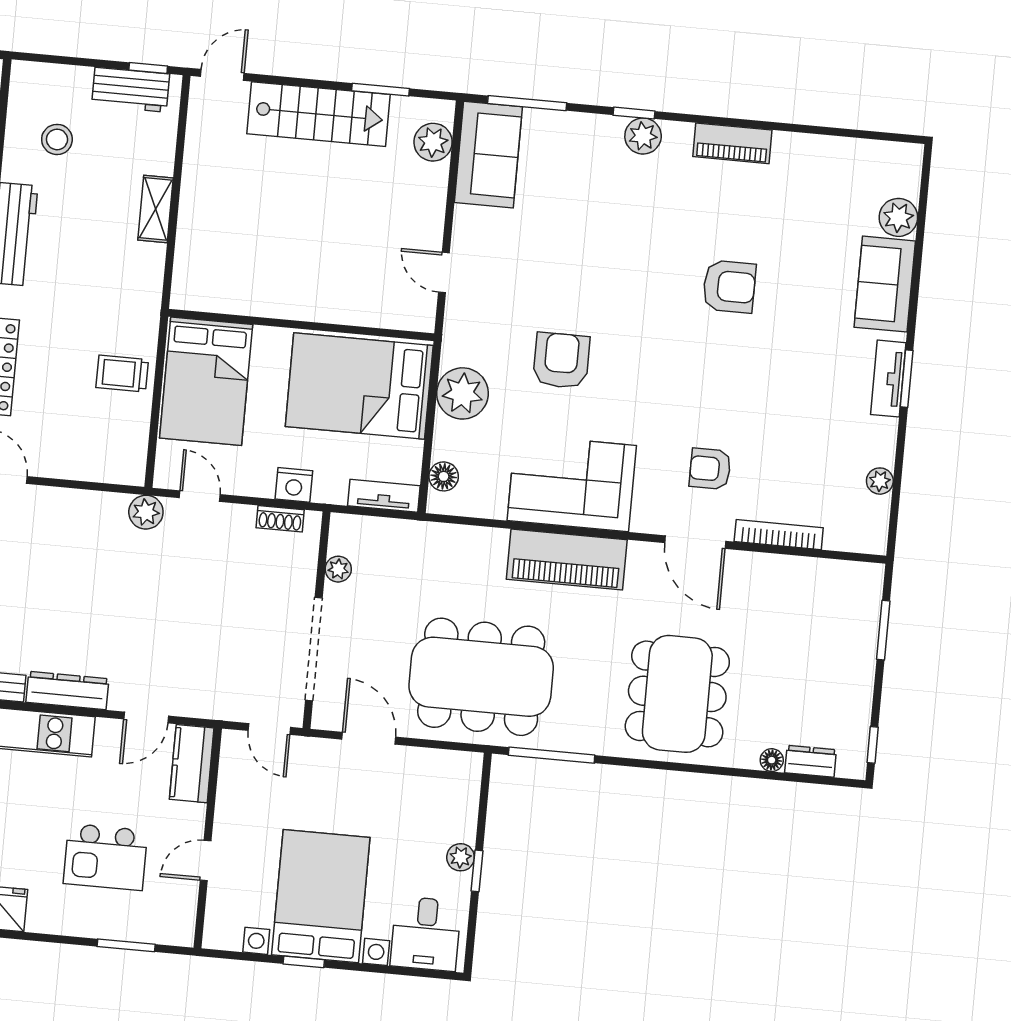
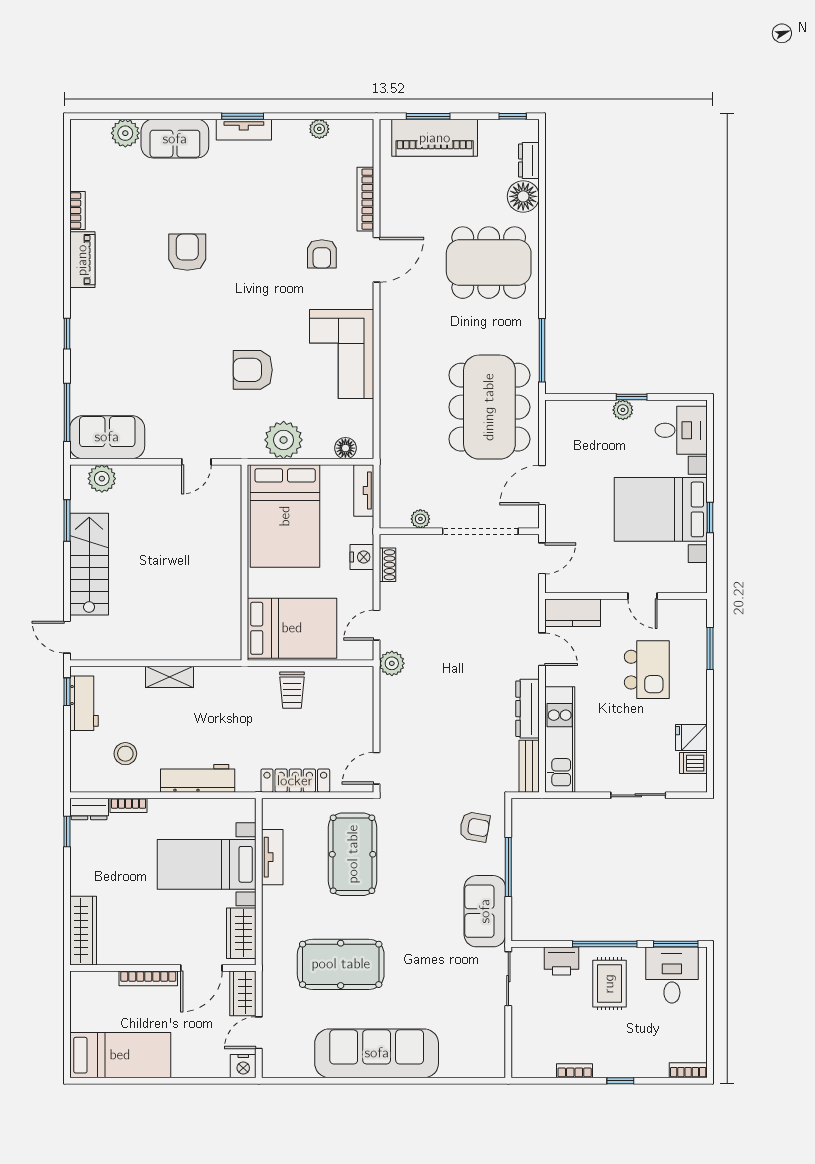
plant: (643, 136) -> (83, 325), removed
bookcase: (800, 143) -> (77, 211), added
piano: (567, 559) -> (435, 138), moved, turned 90
floor lamp: (772, 760) -> (523, 196), width x1.89, depth x1.89

